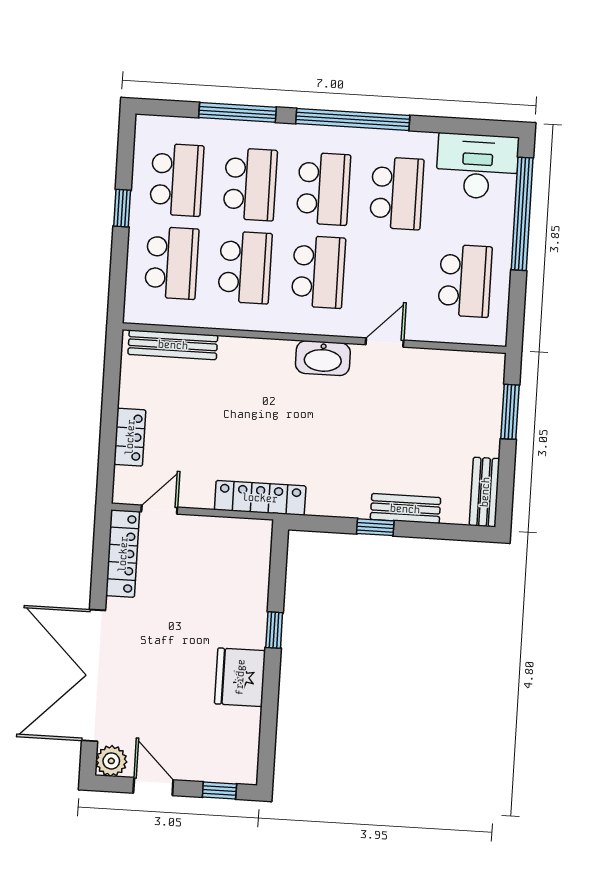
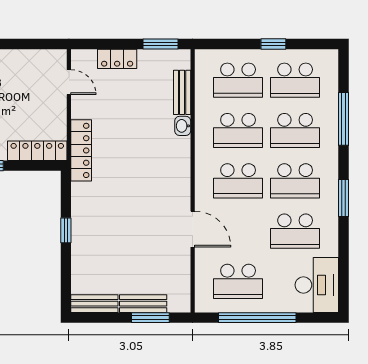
window: (353, 119) -> (344, 198), width x0.47
window: (522, 214) -> (257, 318), moved
door: (385, 342) -> (193, 229), width x1.38
bench: (173, 345) -> (182, 92), width x0.73
washbasin: (323, 358) -> (183, 126), moved, width x0.52, depth x0.69
window: (112, 373) -> (160, 44), added
bench: (405, 509) -> (143, 304), moved, turned 90
locker: (123, 554) -> (37, 151), moved, turned 180

